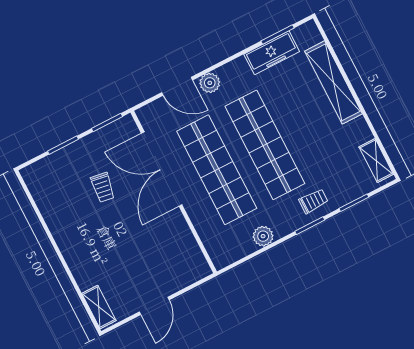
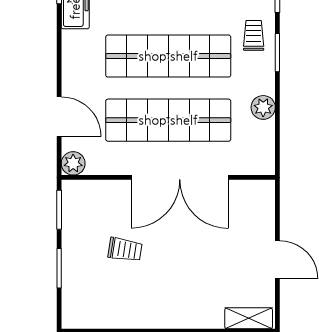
plant: (210, 83) -> (73, 163), moved
door: (177, 86) -> (59, 117), hinge flipped
double door: (162, 169) -> (180, 177), moved

